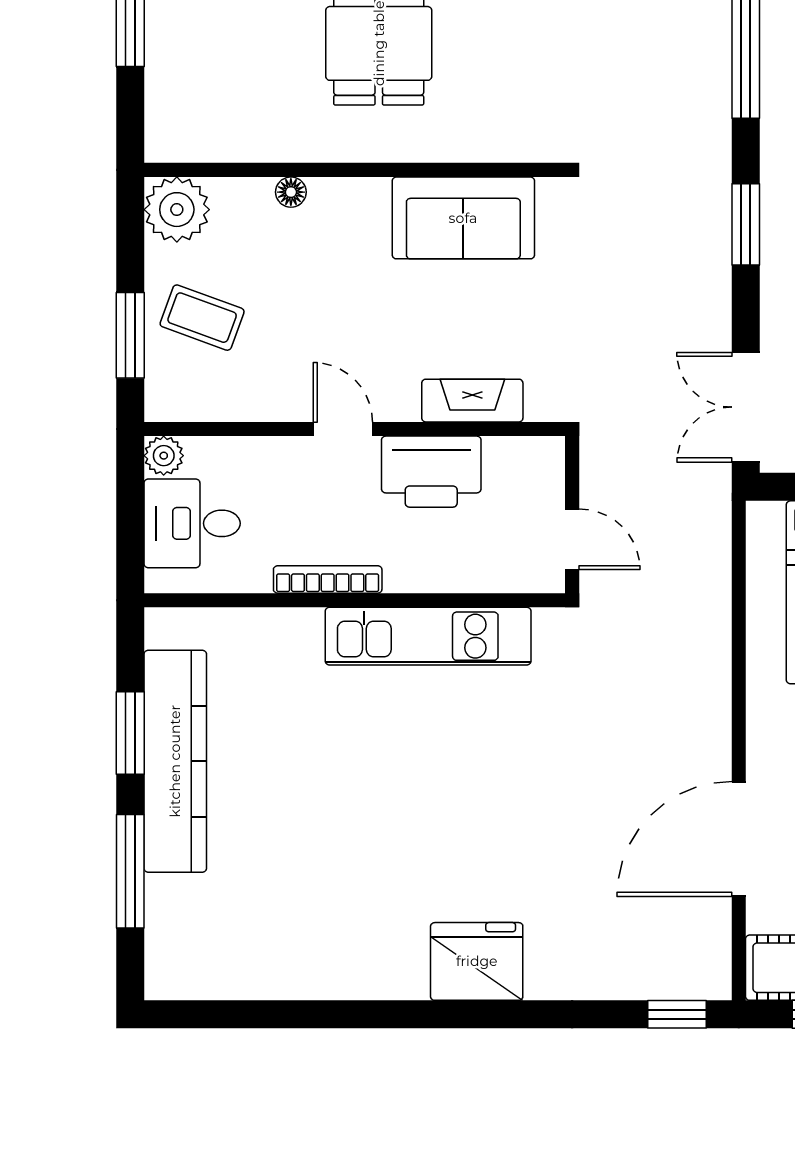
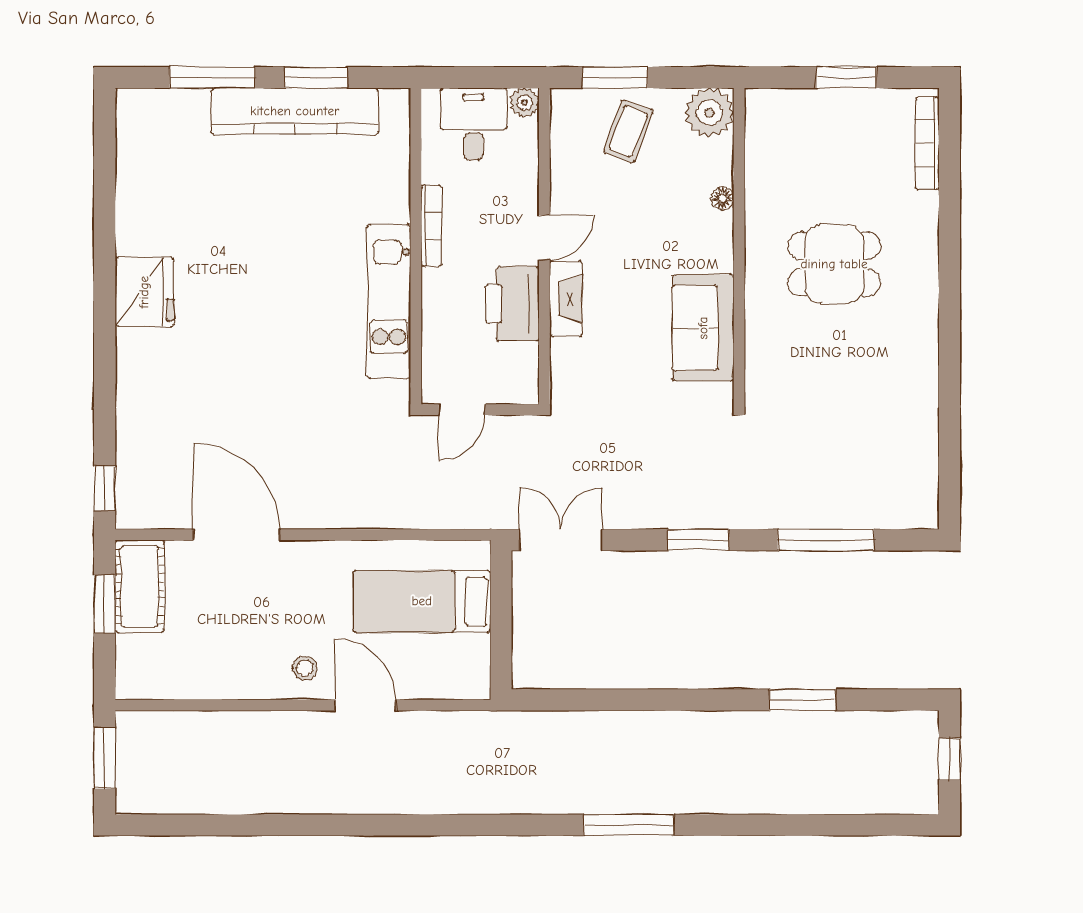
fireplace: (472, 401) -> (566, 299), moved
fridge: (477, 961) -> (144, 292), moved

